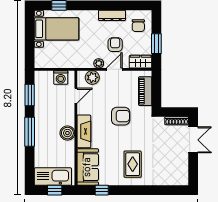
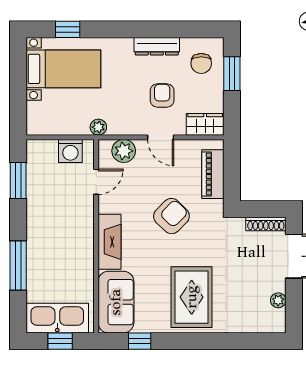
window: (156, 44) -> (232, 74), moved
plant: (99, 63) -> (98, 127), moved
door: (114, 69) -> (161, 137), swing flipped
armchair: (121, 116) -> (171, 216), turned -46
window: (30, 132) -> (18, 265), moved
boiler: (67, 133) -> (82, 245), removed
rug: (133, 164) -> (192, 297), width x1.36, depth x1.43
plant: (184, 166) -> (278, 300), added

